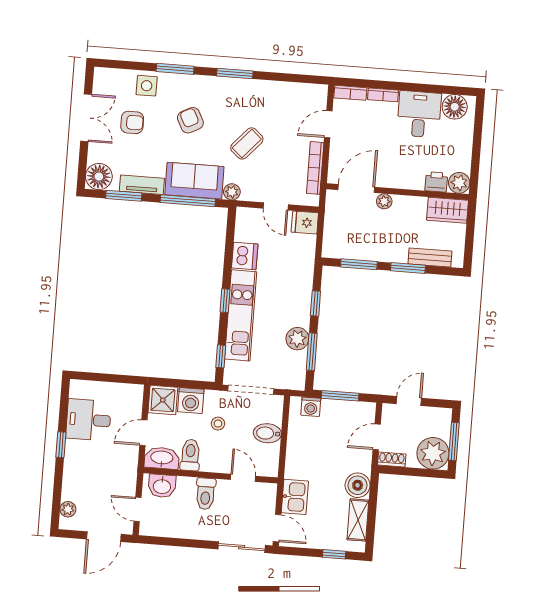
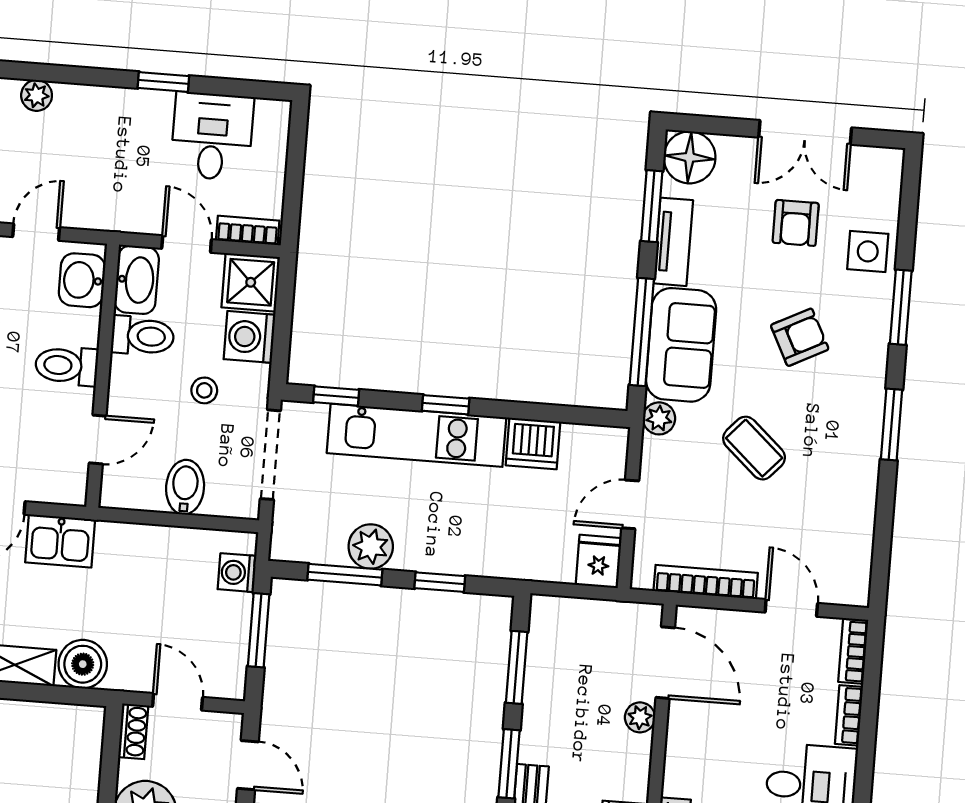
bookcase: (136, 402) -> (248, 230), added

